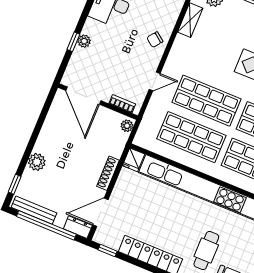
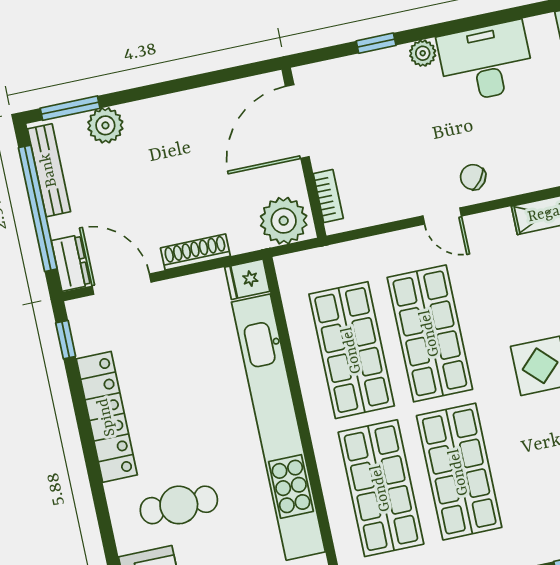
plant: (84, 41) -> (423, 53), moved
door: (155, 81) -> (442, 216), moved
plant: (127, 126) -> (284, 221), width x1.88, depth x1.88
plant: (37, 162) -> (105, 125), moved
window: (15, 184) -> (70, 108), width x1.50

